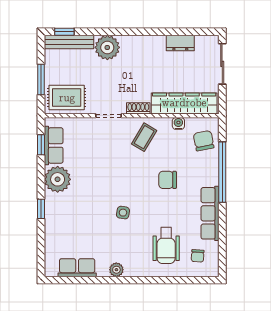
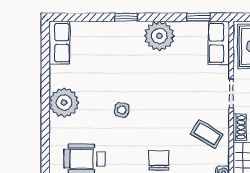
row of seats: (54, 145) -> (219, 43), moved, turned 90
row of seats: (77, 268) -> (59, 43), moved
plant: (116, 270) -> (64, 103), width x1.87, depth x1.87

